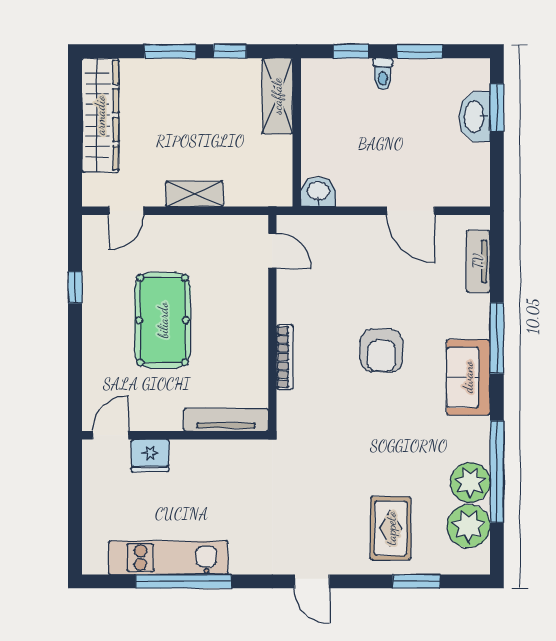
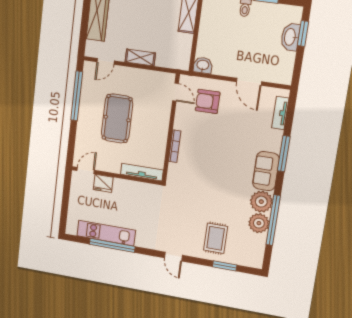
window: (75, 287) -> (77, 96), width x3.17
armchair: (381, 351) -> (208, 101), moved, turned 90
plant: (469, 526) -> (261, 202), moved

